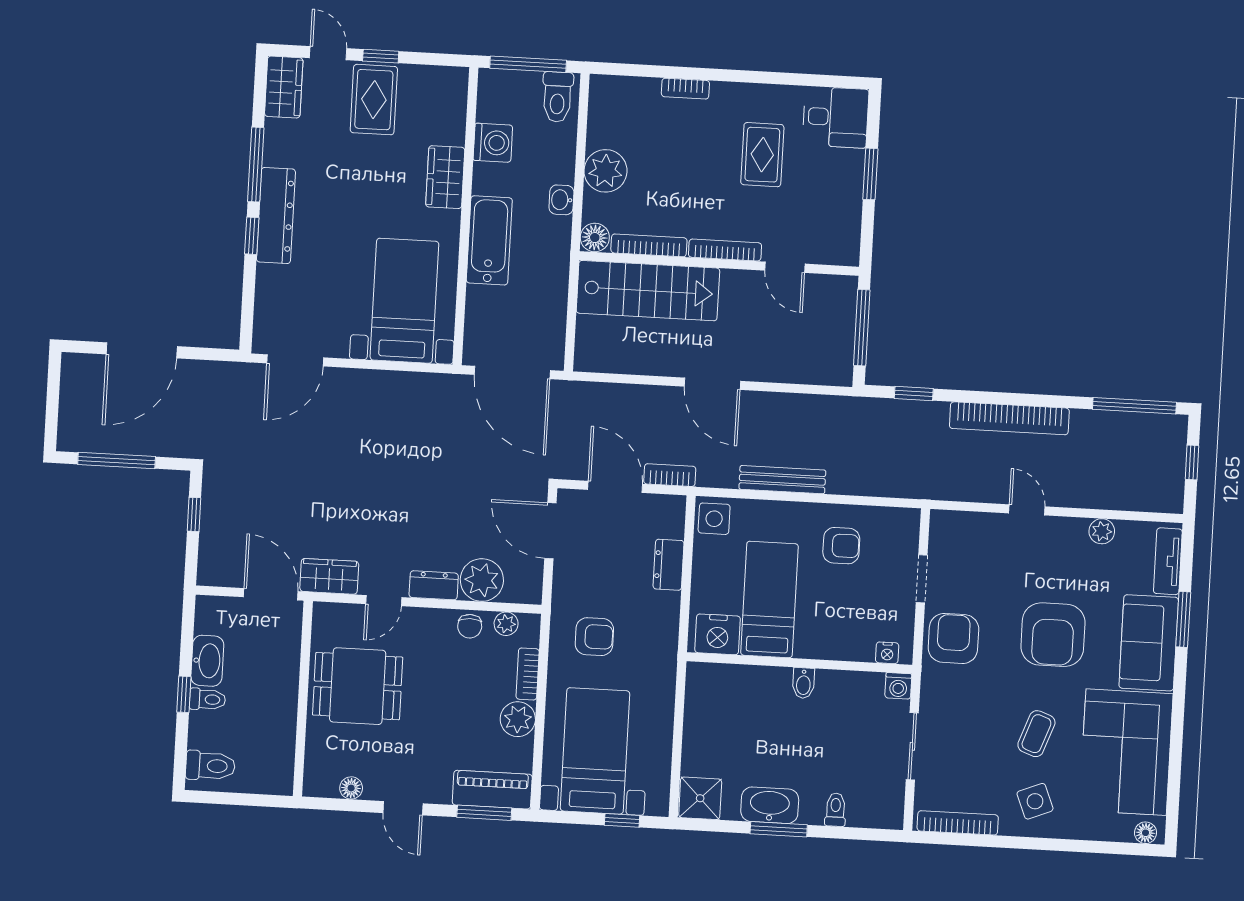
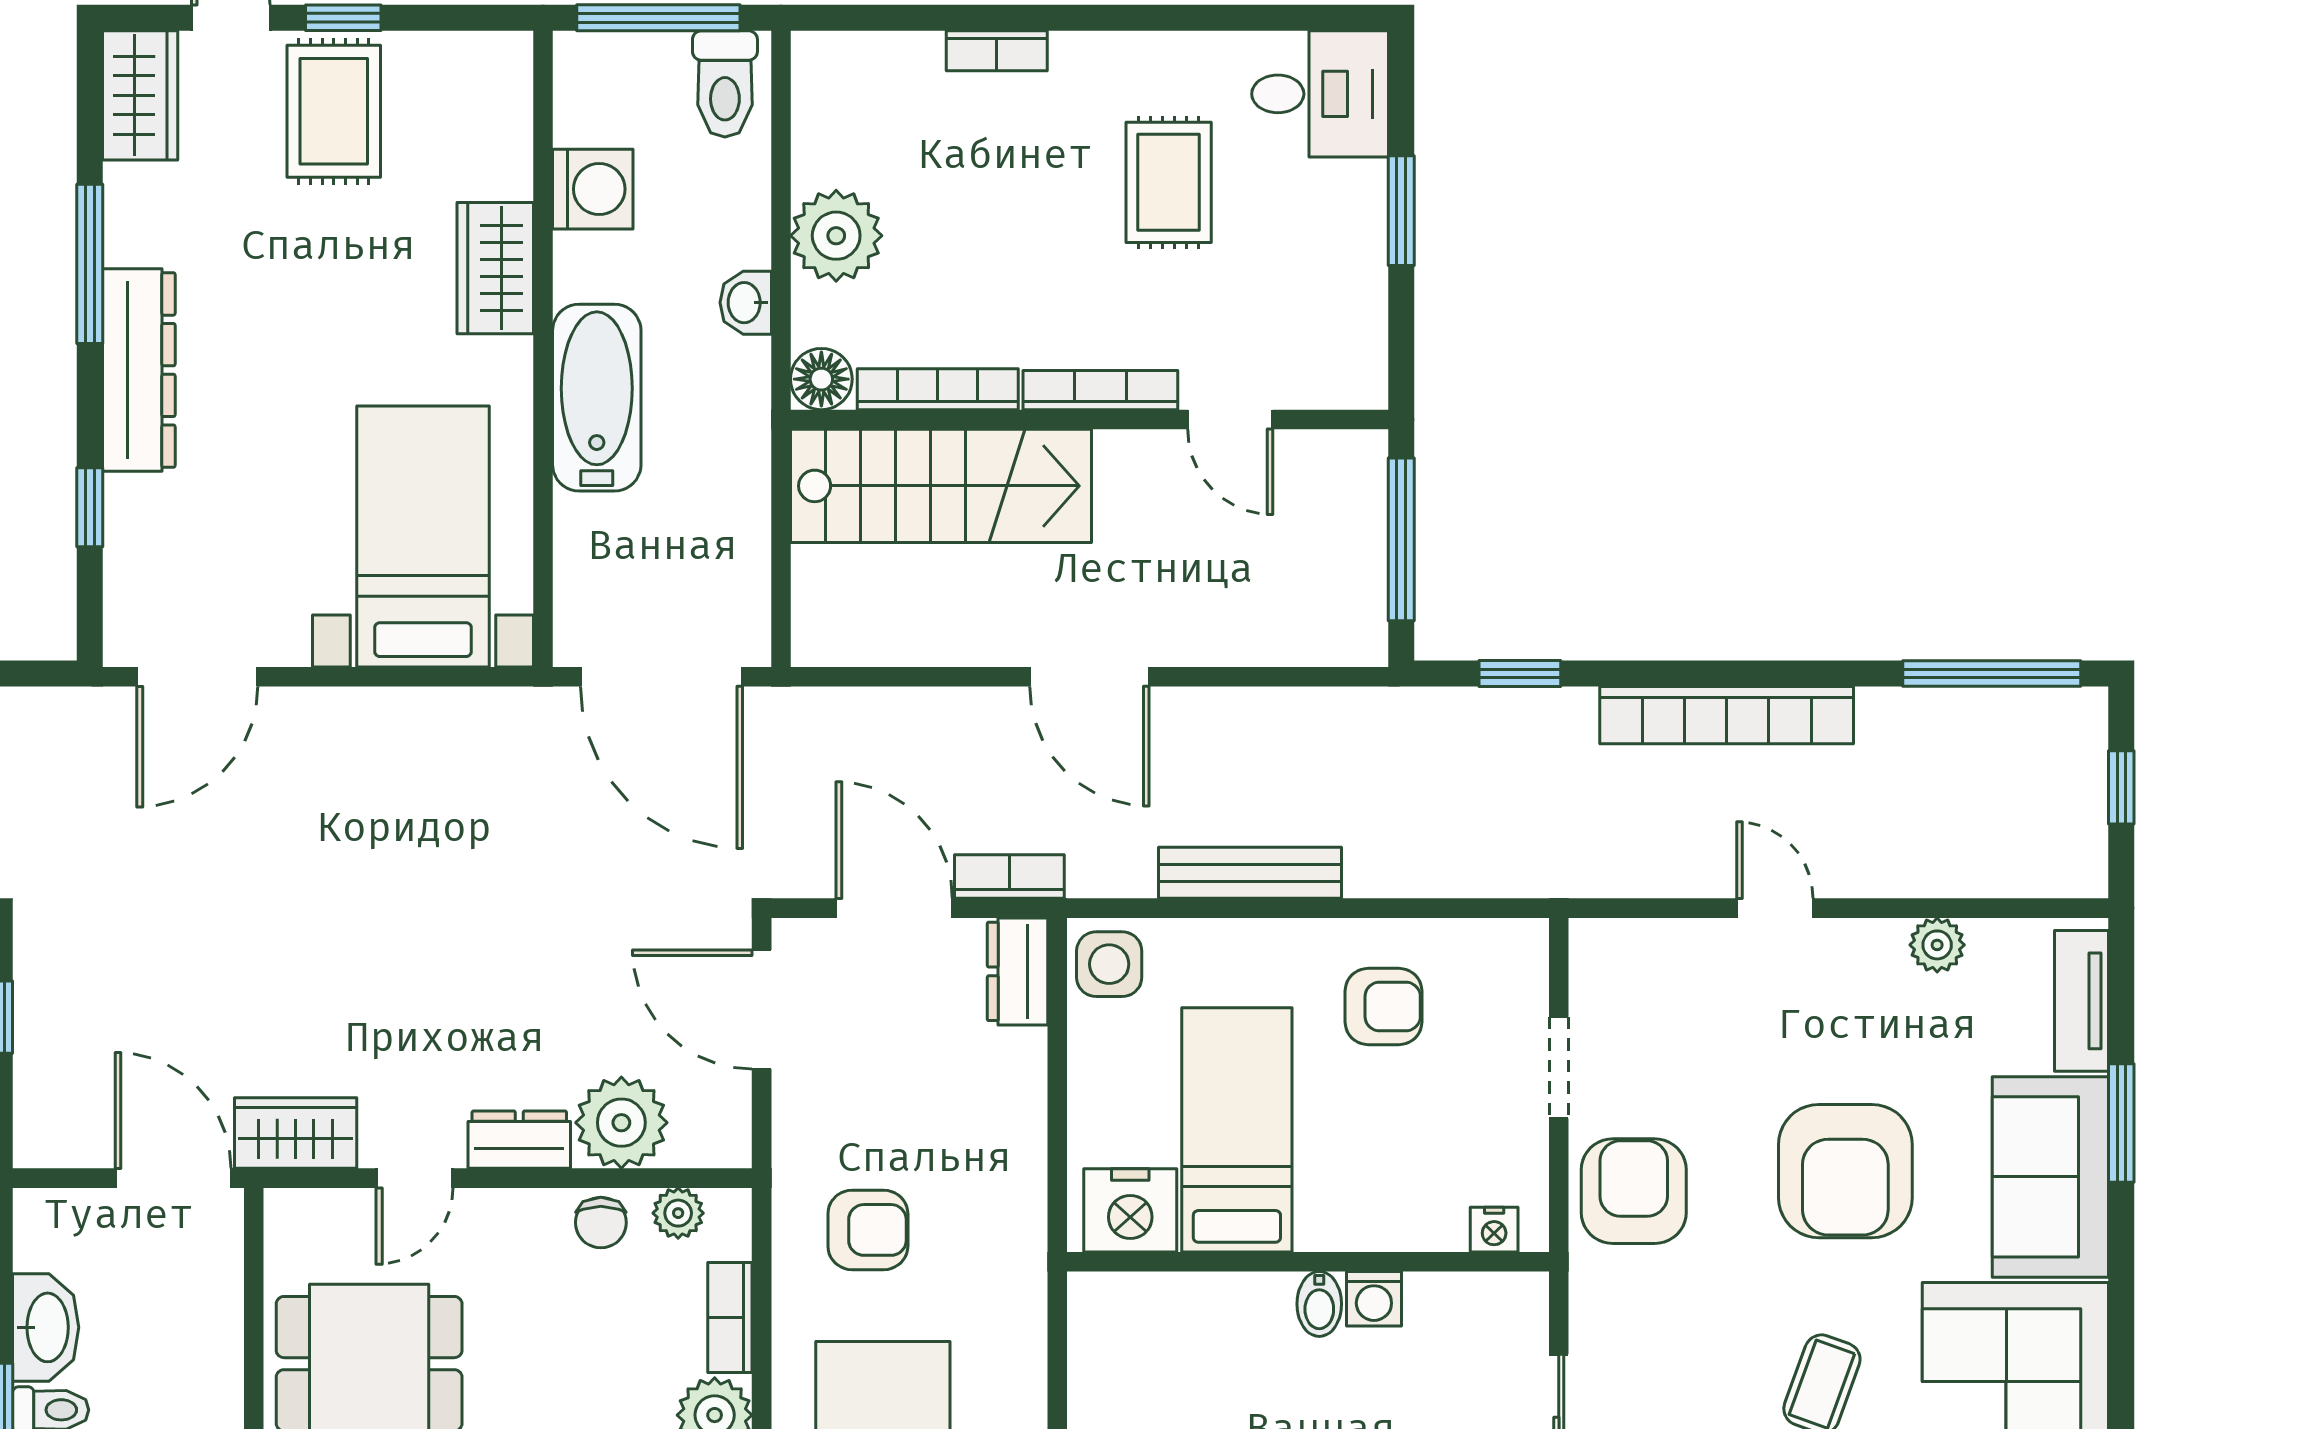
window: (252, 236) -> (90, 507), moved
dresser: (669, 565) -> (1018, 971), moved
washing machine: (898, 686) -> (1374, 1299), moved

